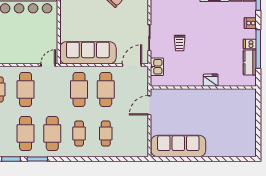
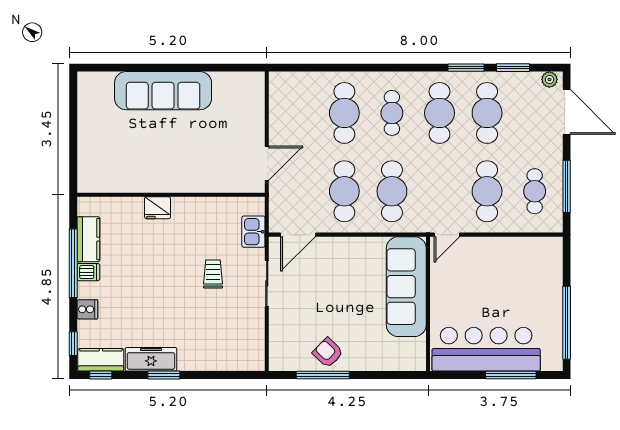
sofa: (88, 53) -> (406, 287), moved, turned 90
cafe table: (106, 133) -> (344, 113), width x1.37, depth x1.35
sofa: (178, 146) -> (163, 91), moved

